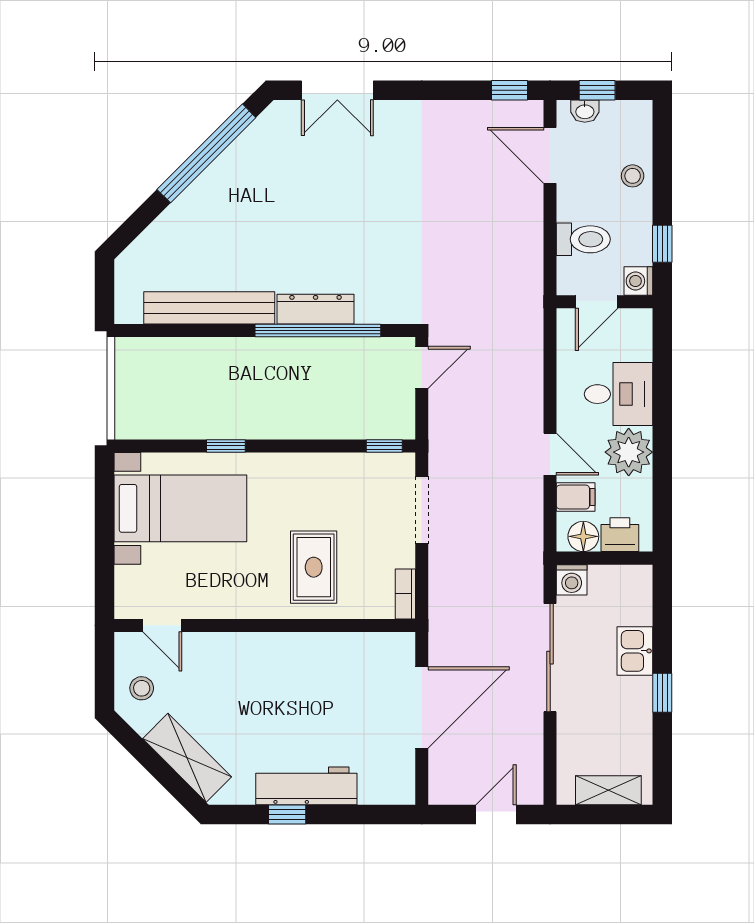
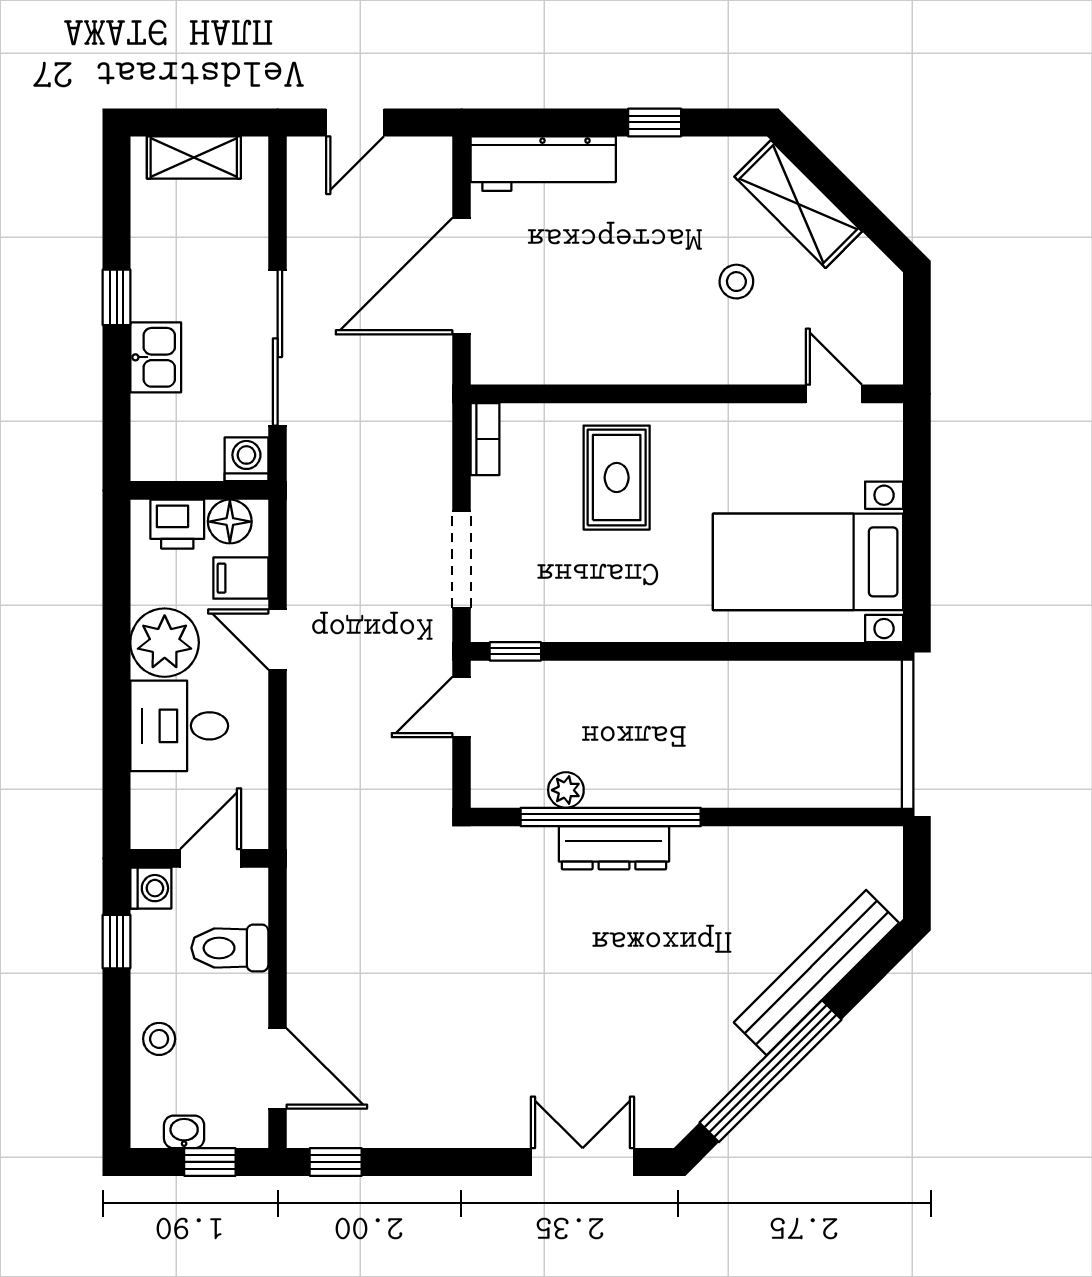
washbasin: (585, 111) -> (184, 1132), moved
bench: (209, 308) -> (816, 973), moved, turned -45
plant: (349, 349) -> (566, 790), added
door: (422, 367) -> (461, 707), moved
window: (226, 446) -> (743, 651), removed
stool: (142, 688) -> (736, 282), moved
workbench: (306, 786) -> (543, 164), moved

